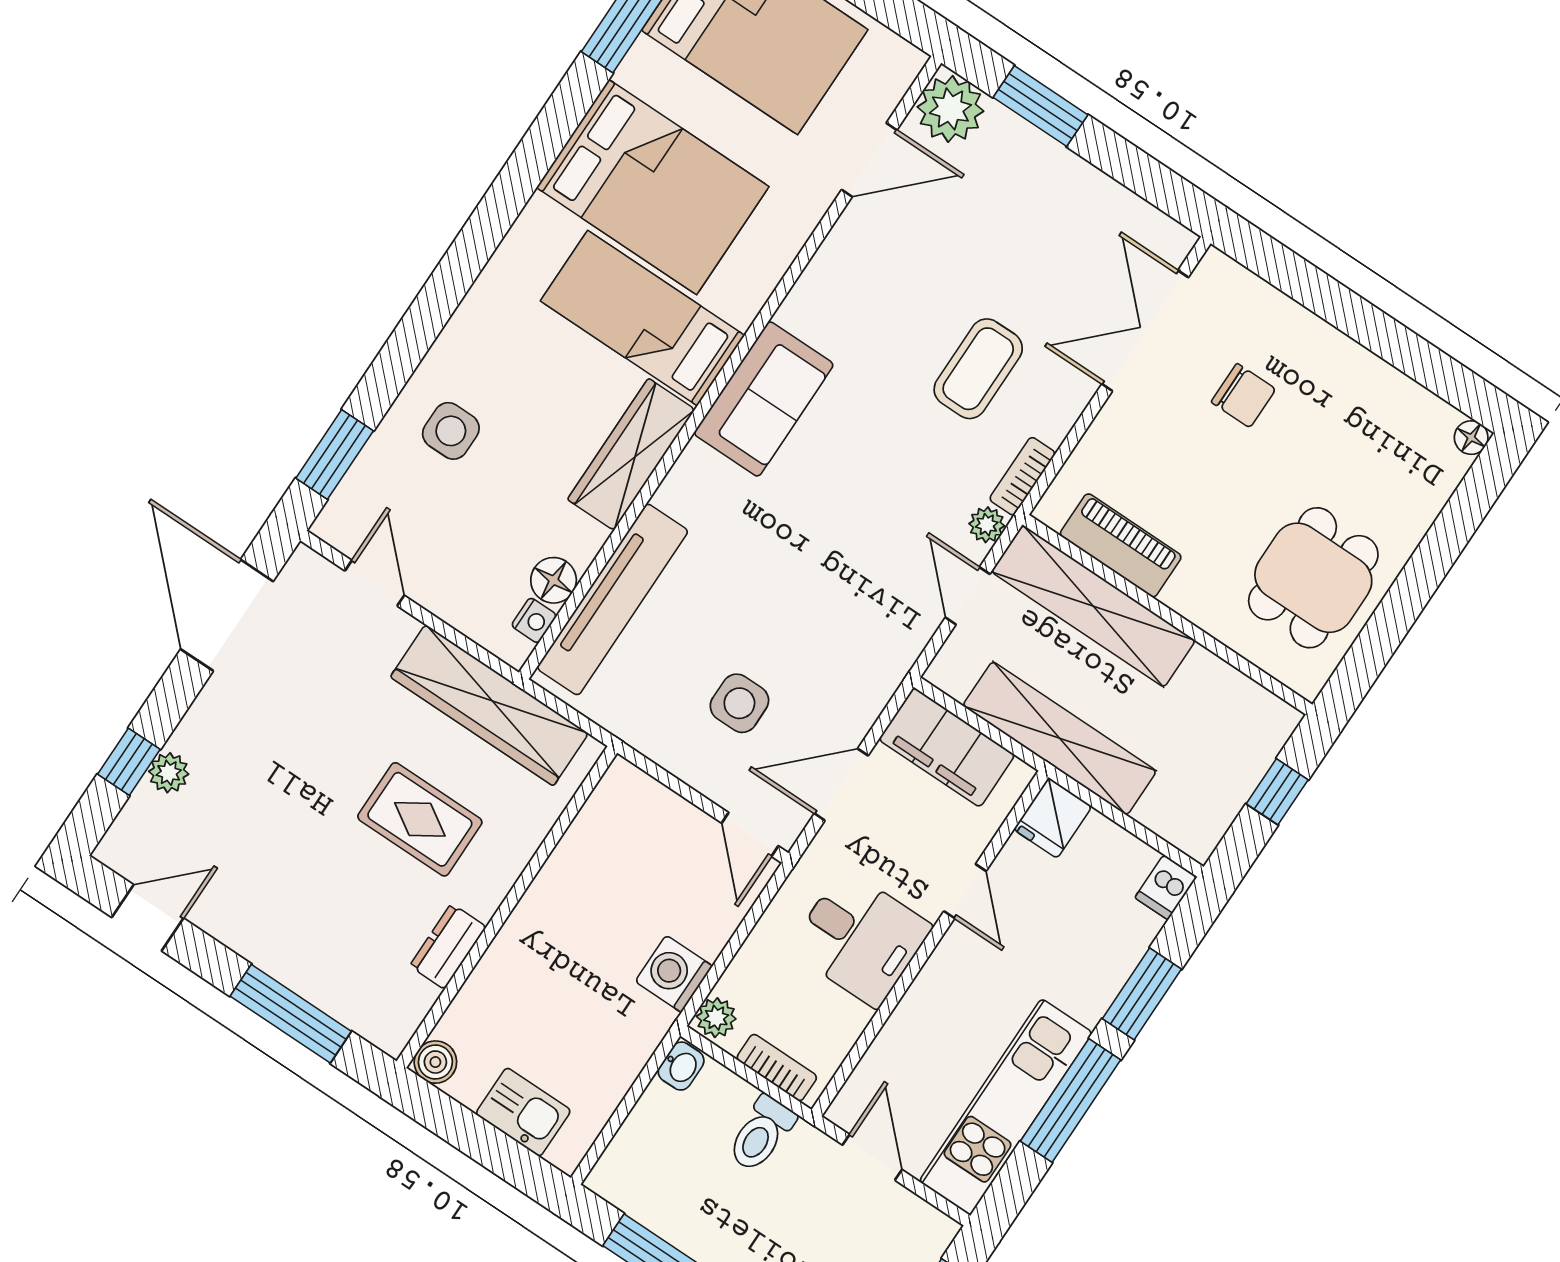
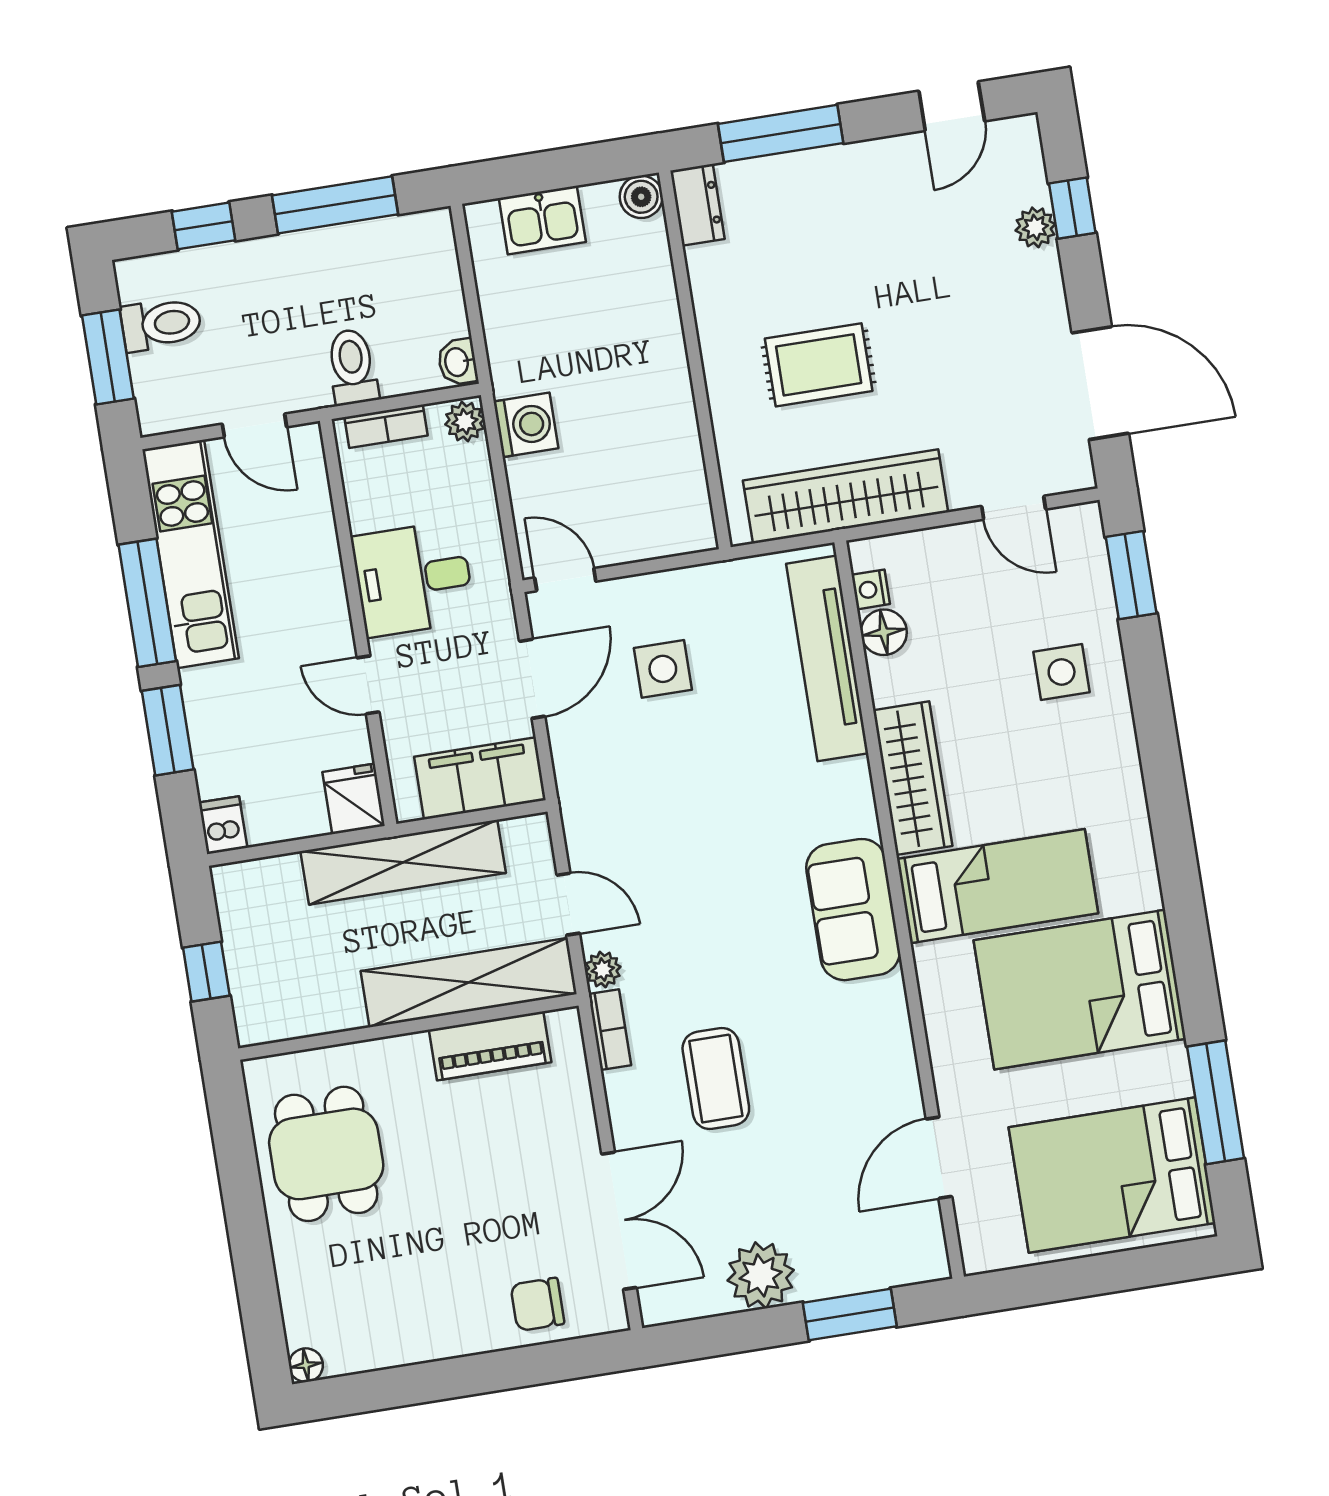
plant: (950, 109) -> (761, 1275), moved
chair: (1243, 396) -> (537, 1304), moved
dresser: (448, 946) -> (697, 205), moved

